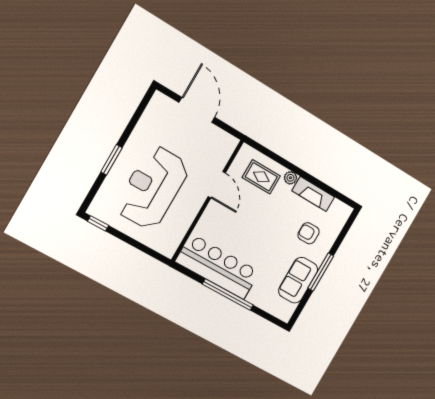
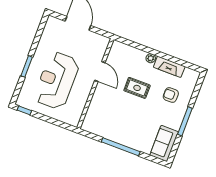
rug: (261, 177) -> (137, 88), moved
bar counter: (218, 267) -> (110, 128), removed
sofa: (298, 280) -> (164, 144), moved

